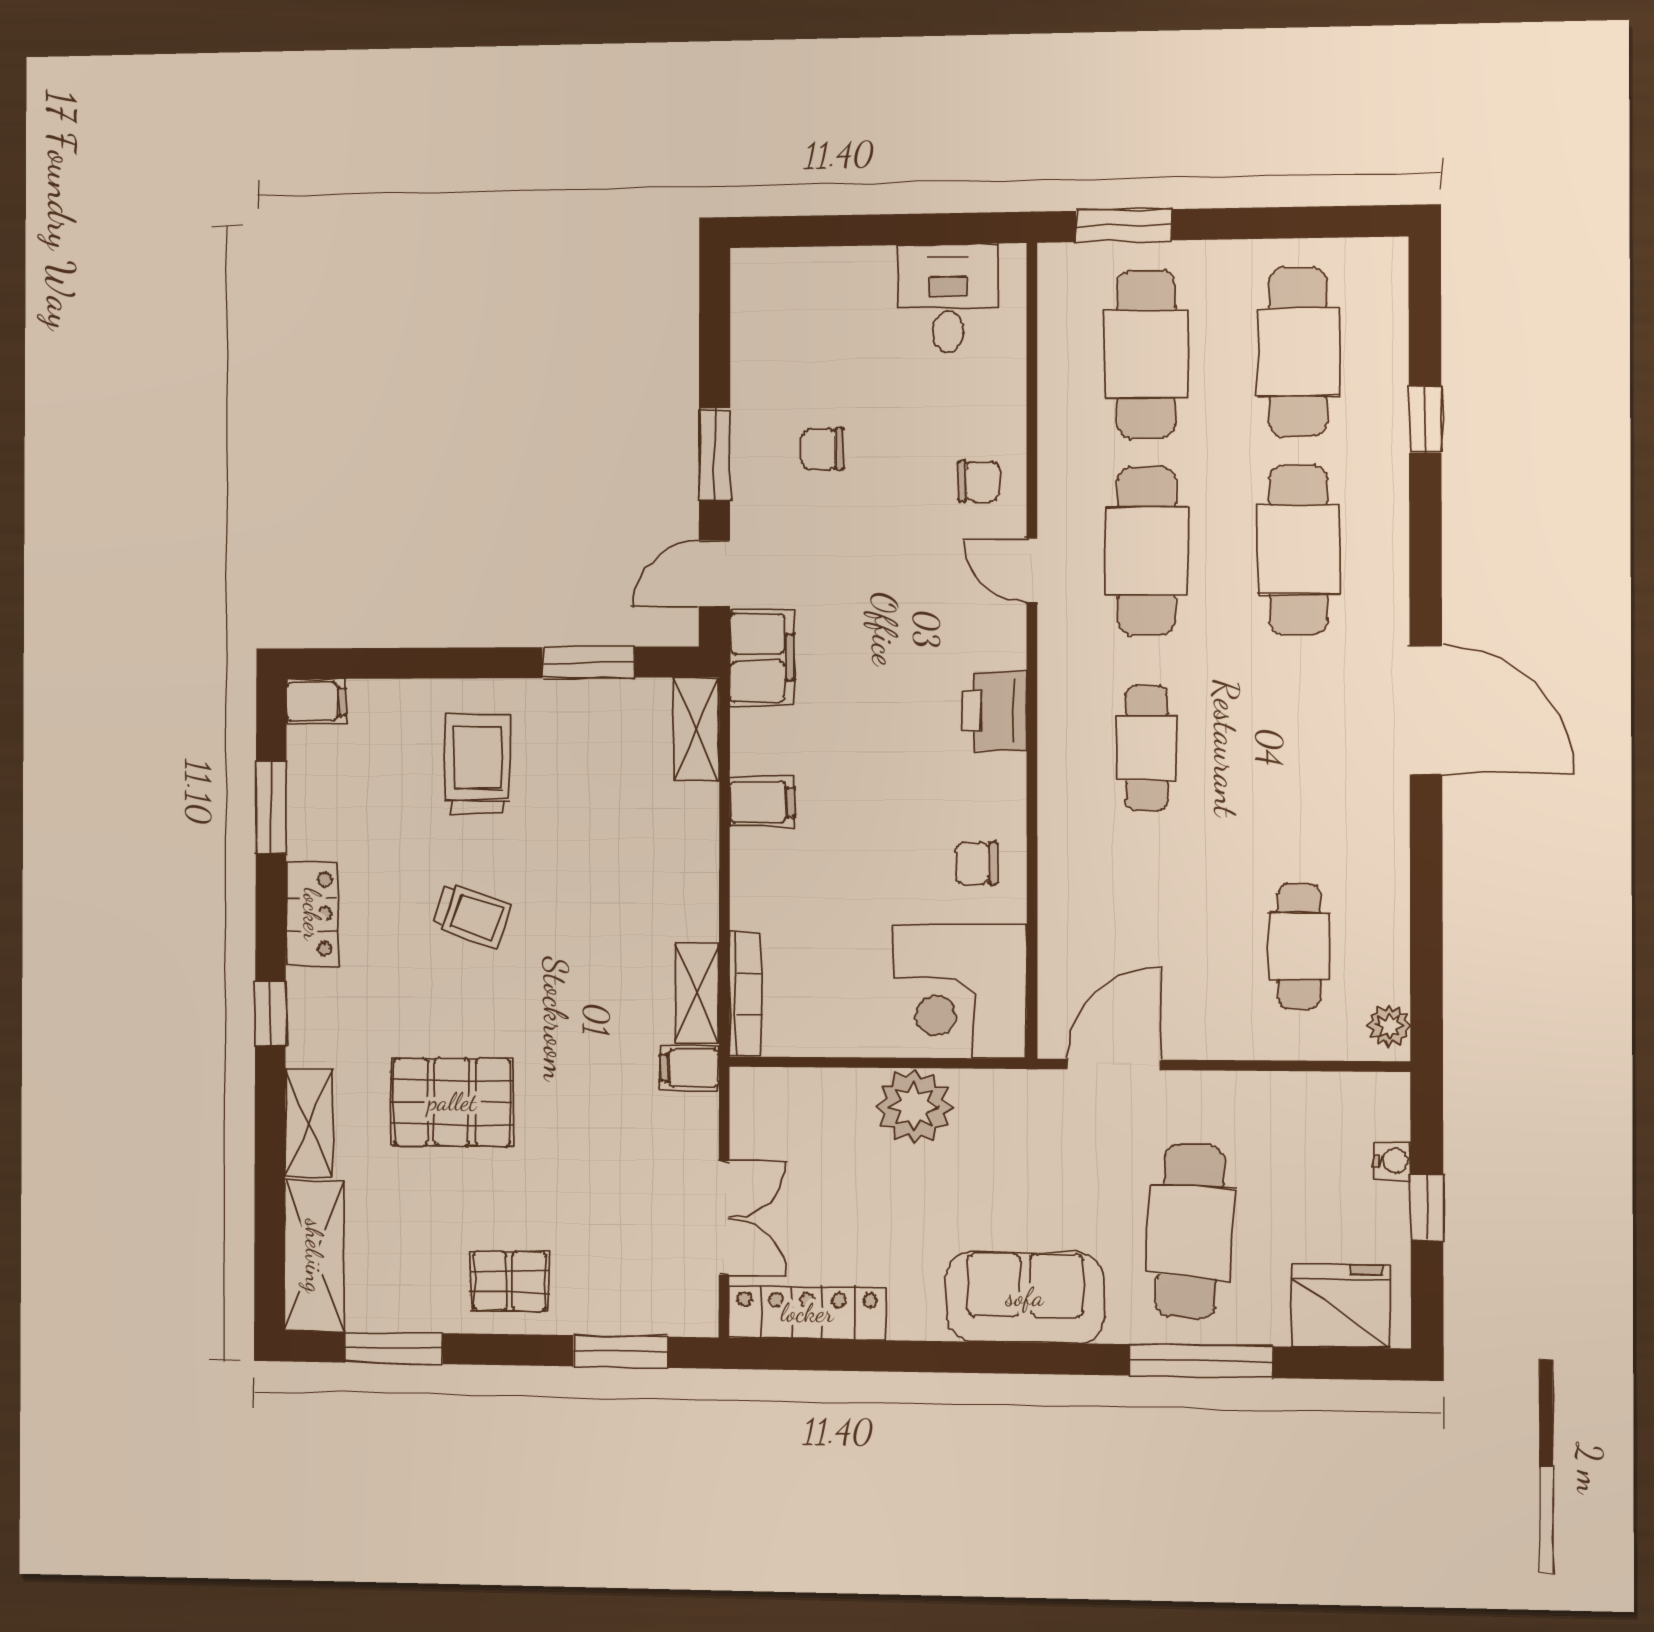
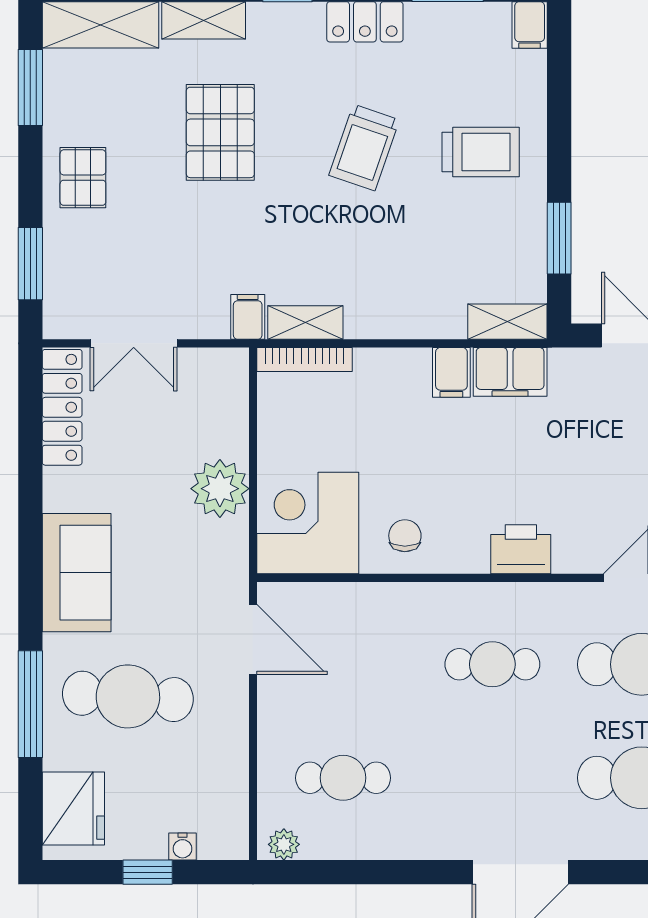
filing cabinet: (762, 658) -> (510, 372), moved
trolley: (472, 915) -> (364, 148), width x1.36, depth x1.39

